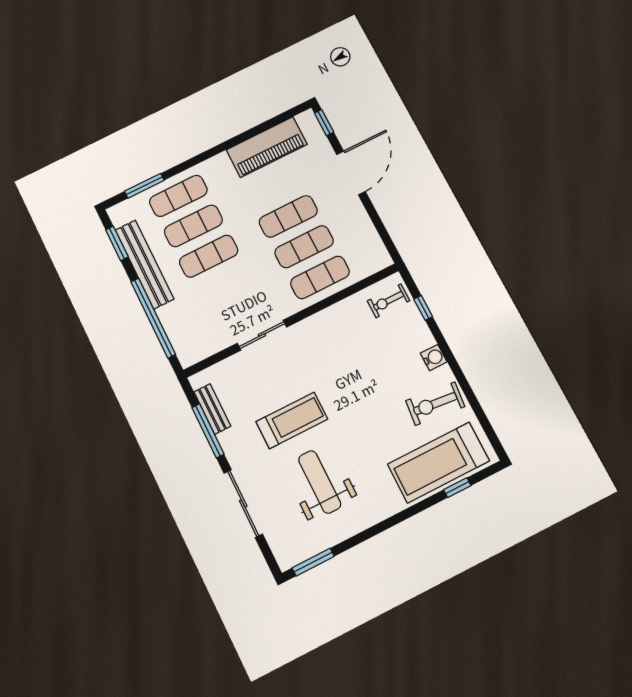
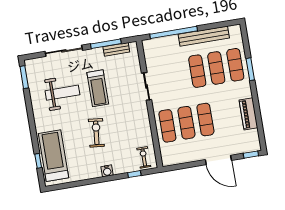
piano: (267, 147) -> (248, 114), width x0.73, depth x0.75
window: (144, 186) -> (250, 69), moved
window: (117, 243) -> (220, 25), removed
exercise bike: (435, 404) -> (96, 133), moved

